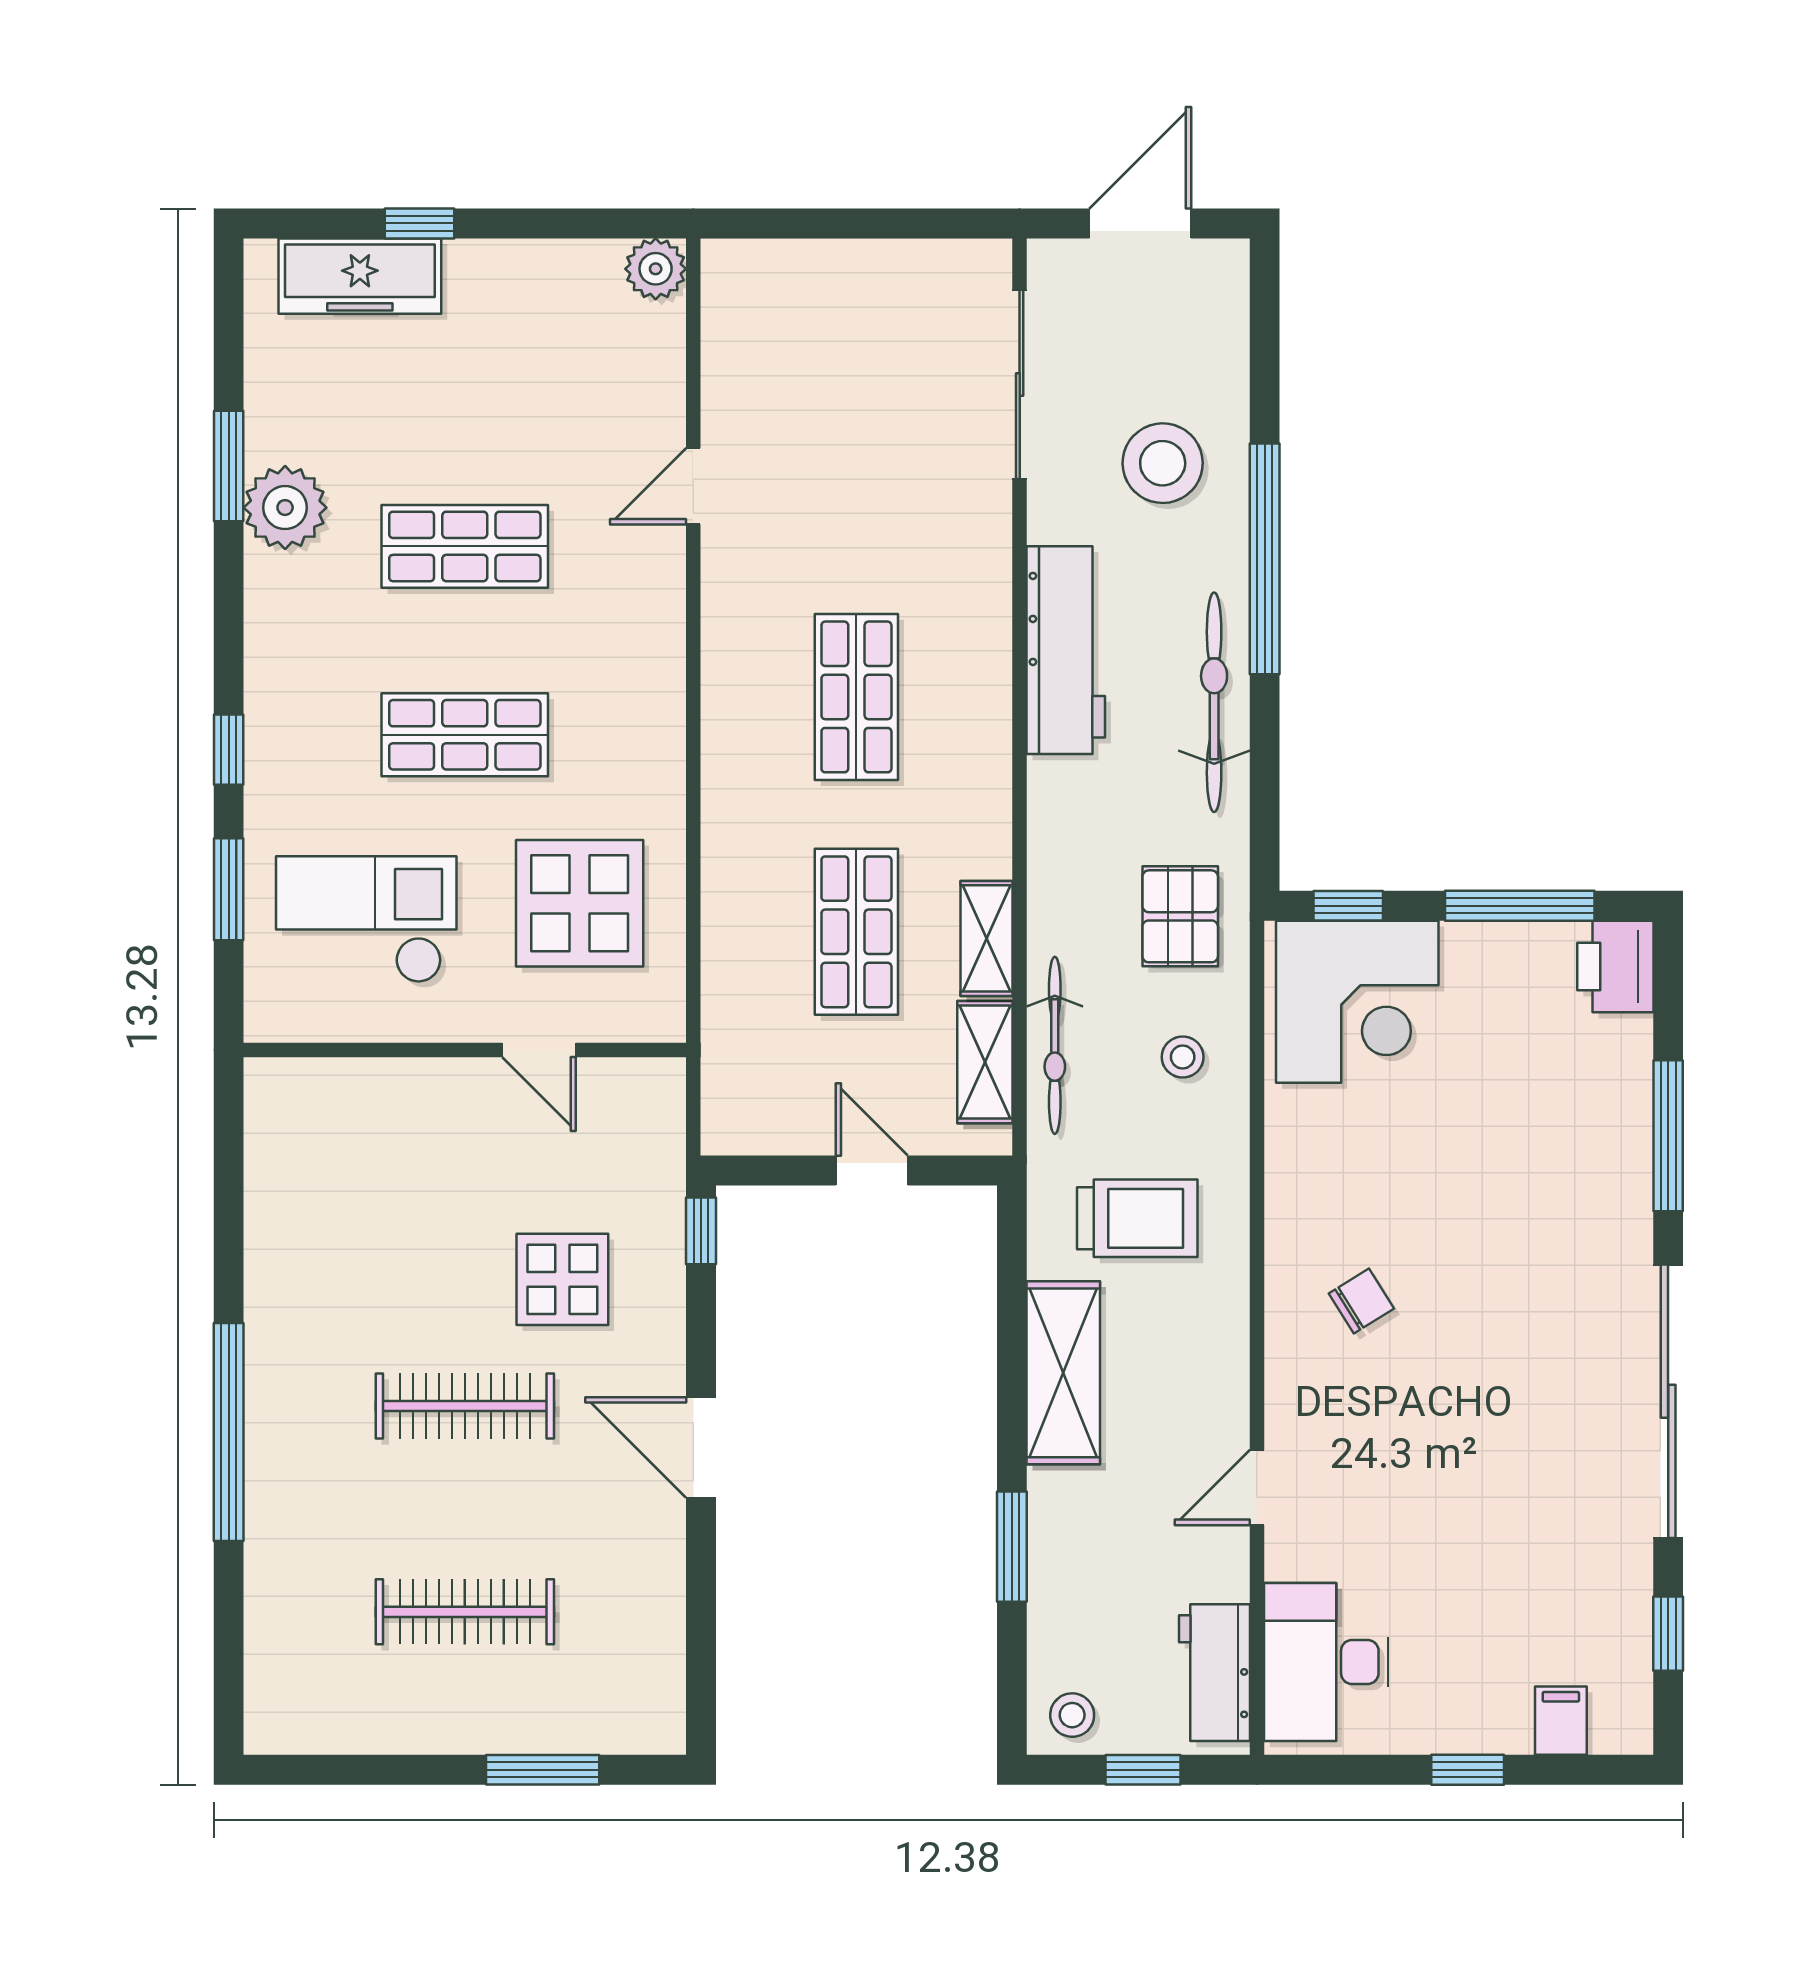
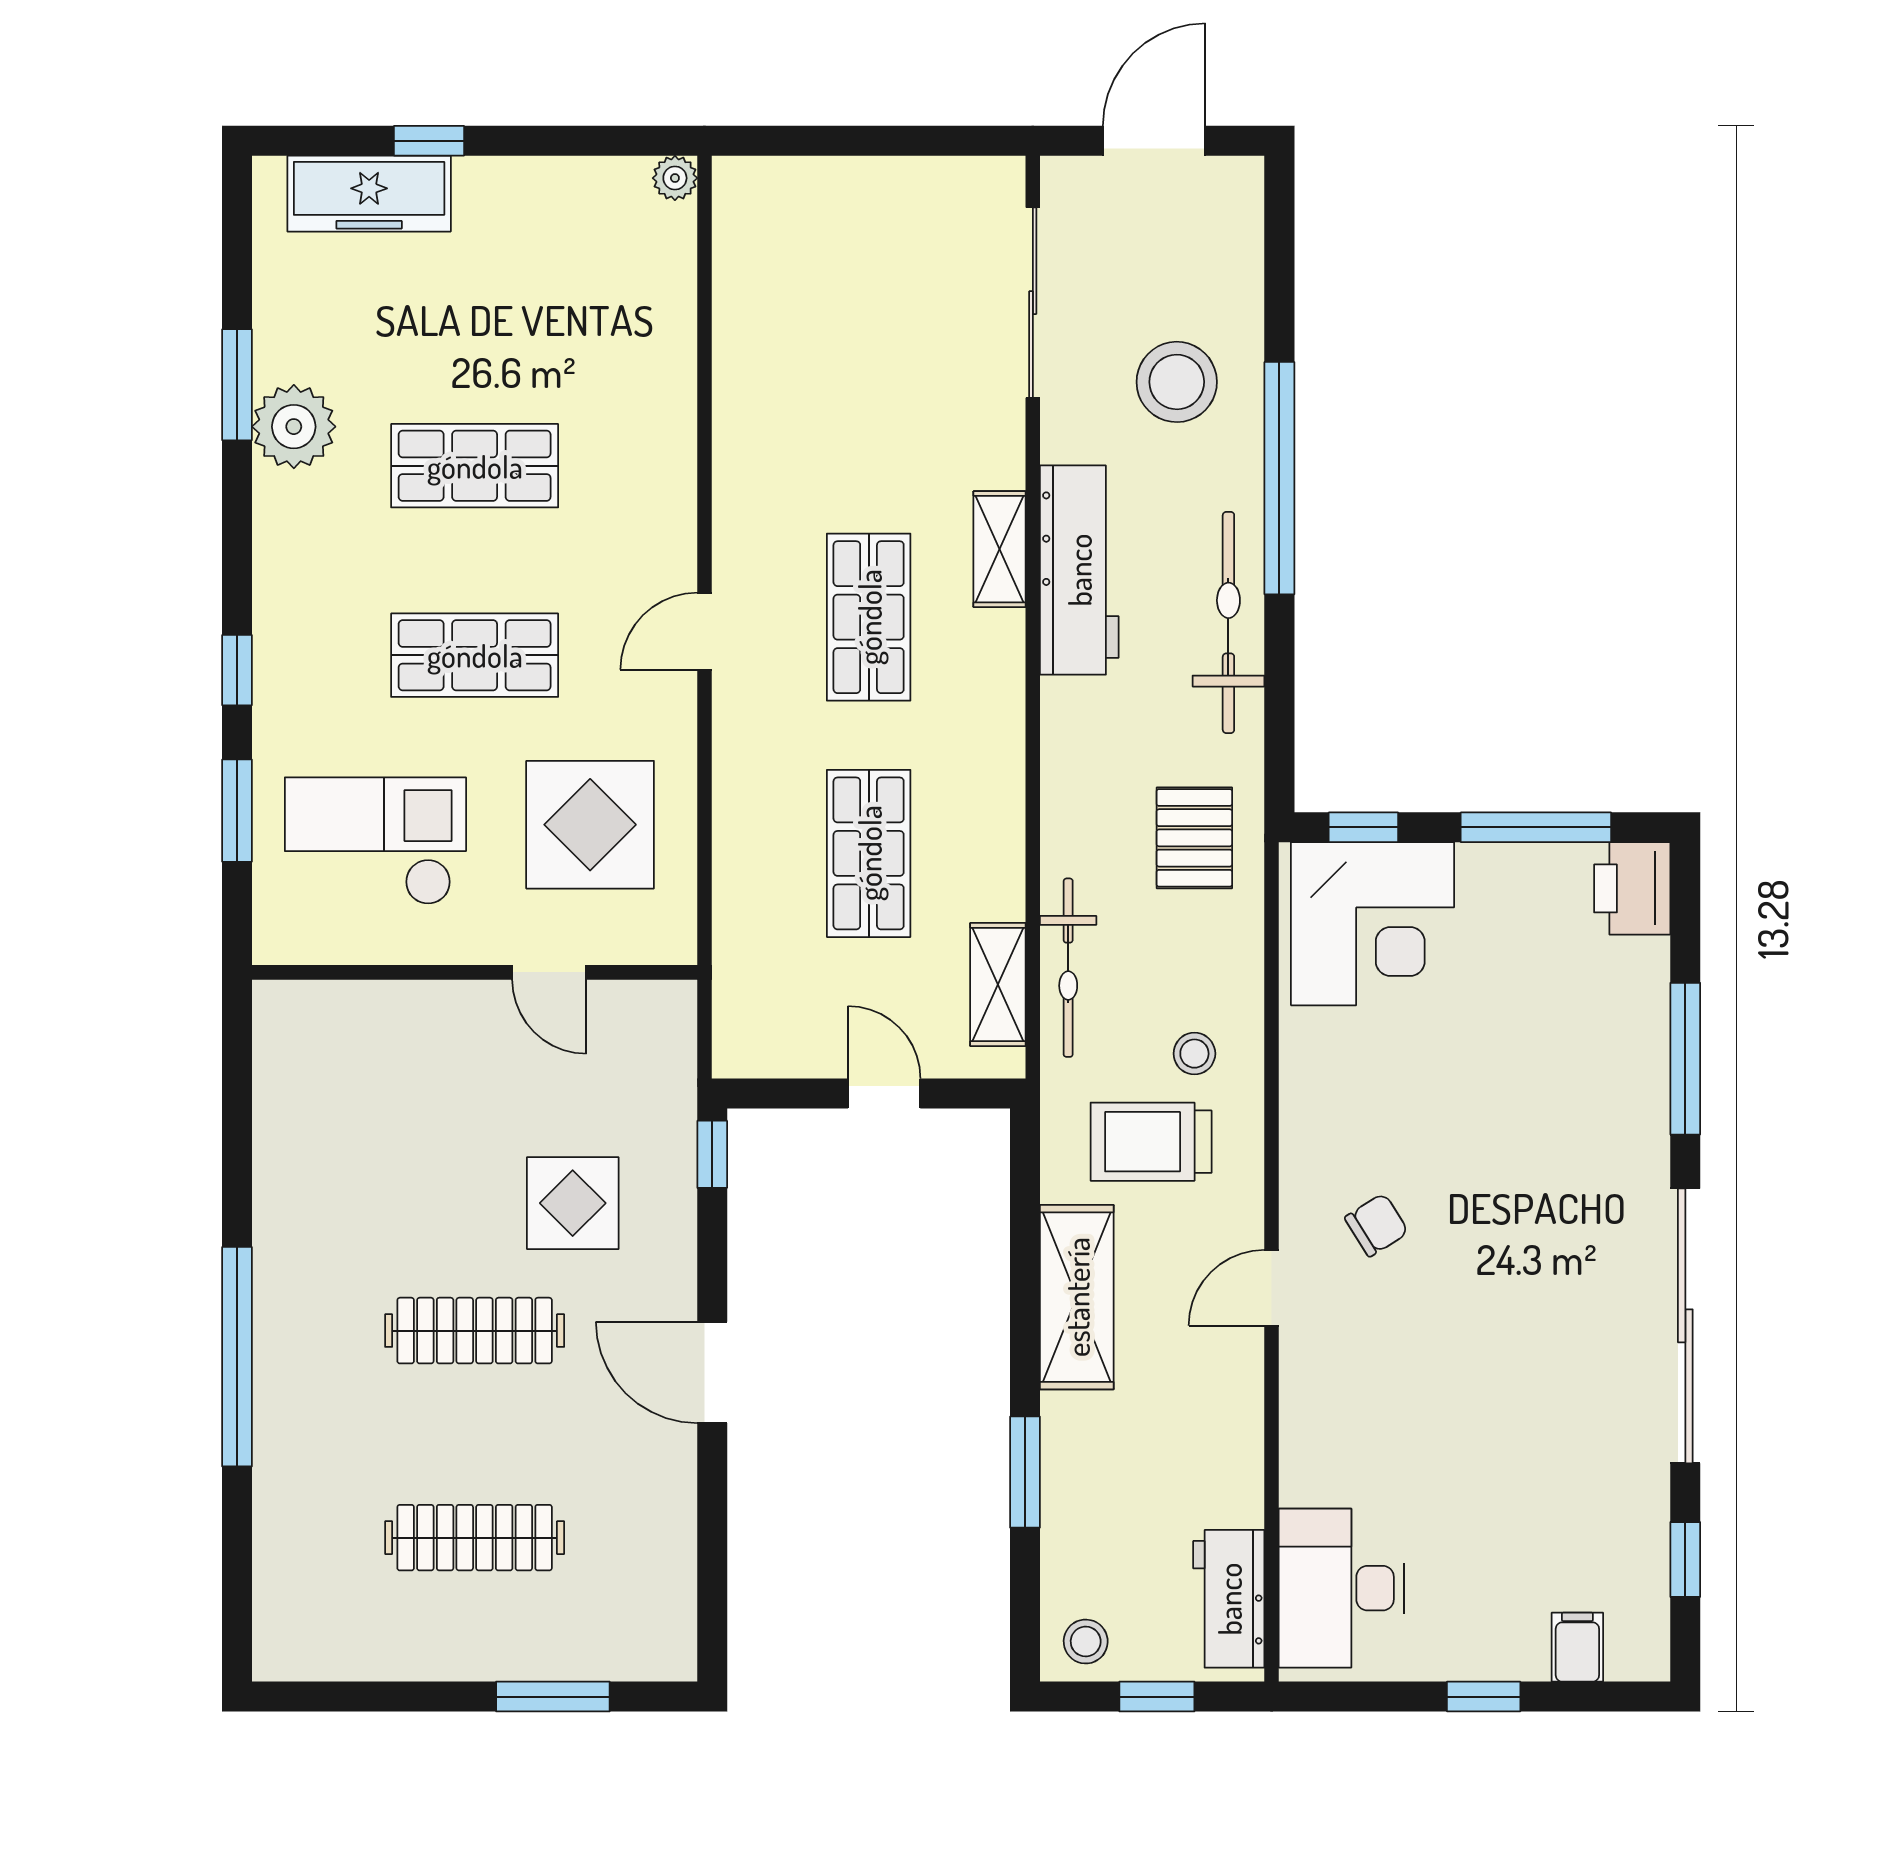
plant: (656, 269) -> (675, 178), width x0.73, depth x0.73
door: (693, 486) -> (704, 631), moved
shelving: (987, 938) -> (1000, 549), moved
stool: (1183, 1057) -> (1194, 1054), moved
trolley: (1137, 1218) -> (1151, 1142), turned 180
door: (1257, 1487) -> (1272, 1288), moved

